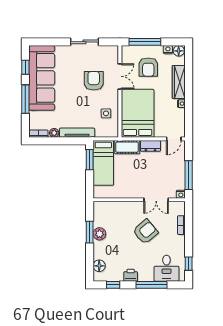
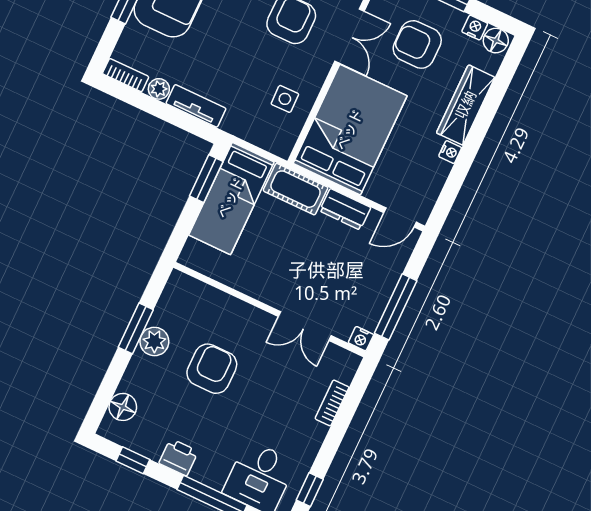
armchair: (148, 67) -> (417, 44), turned 90
tv unit: (77, 133) -> (196, 106), width x0.71
armchair: (145, 232) -> (212, 369), moved, turned -50

